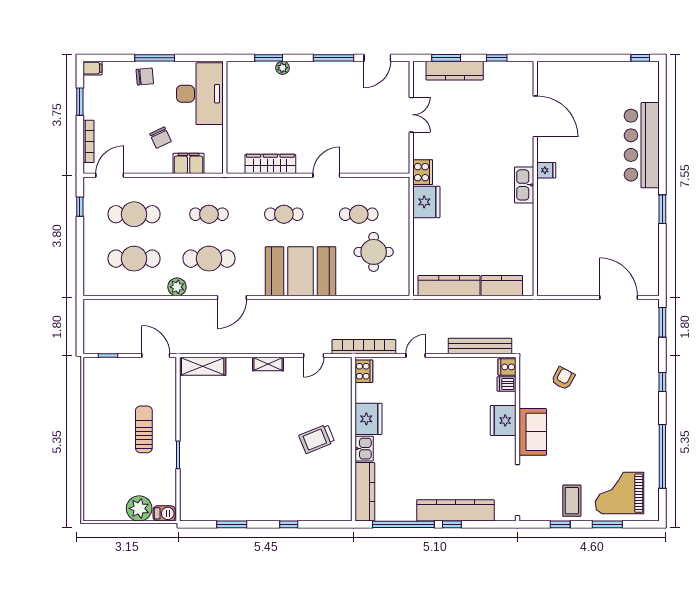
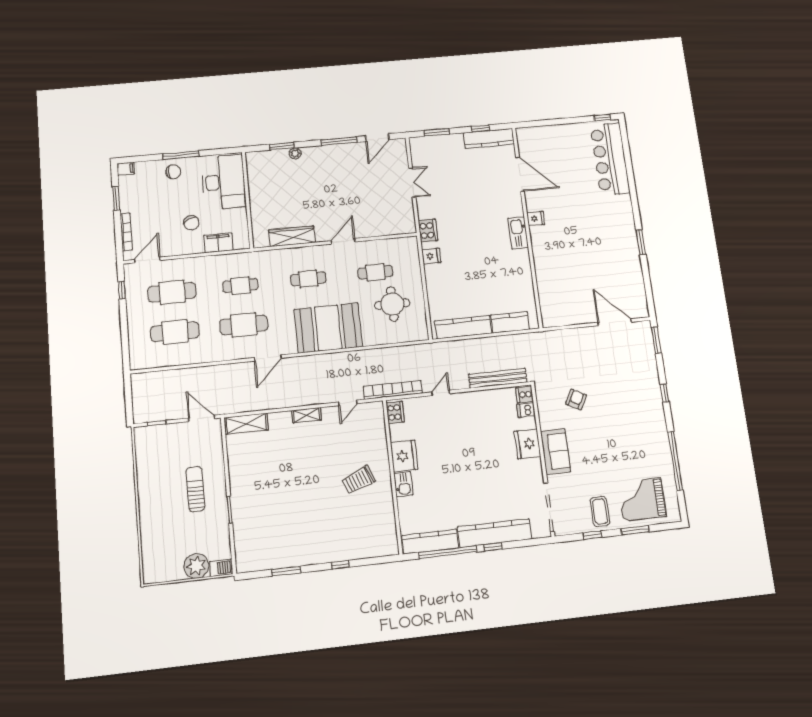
kitchen counter: (455, 71) -> (489, 138), moved
bar counter: (642, 145) -> (610, 159), moved
fridge: (426, 202) -> (431, 256), width x0.53, depth x0.75
plant: (177, 287) -> (216, 353), removed
kitchen counter: (365, 492) -> (430, 542), moved, turned -90

